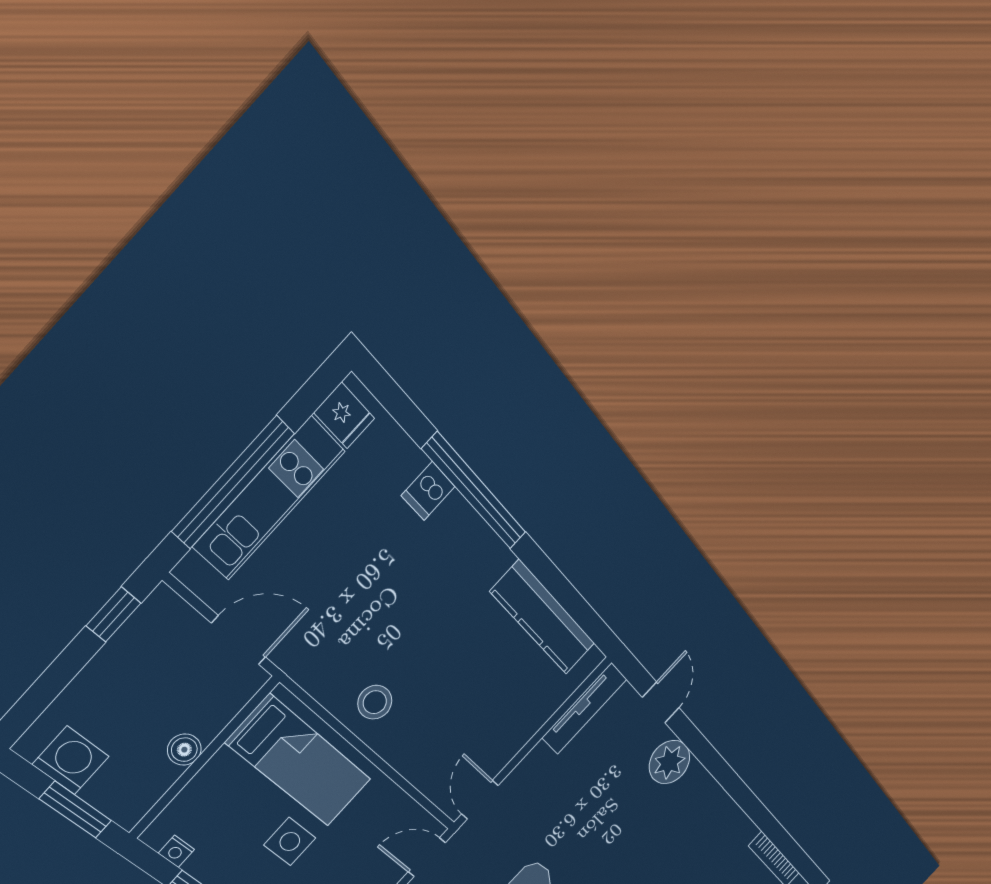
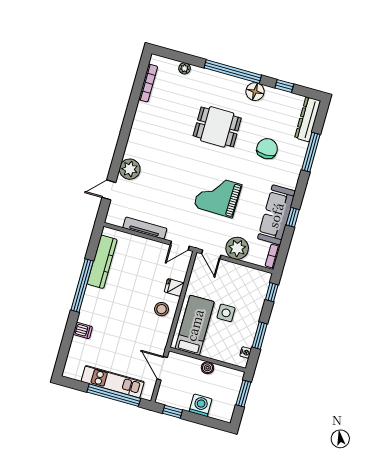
fridge: (344, 415) -> (174, 287), moved, turned -90
window: (475, 492) -> (82, 286), moved
tv unit: (584, 709) -> (145, 228), moved
washing machine: (71, 760) -> (201, 405), moved, turned 90

